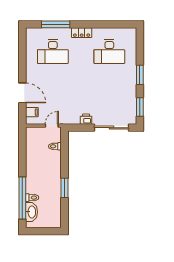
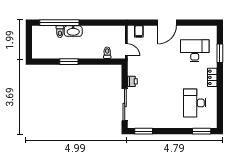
window: (56, 24) -> (220, 53), width x0.69
desk: (53, 52) -> (195, 51), turned 90
window: (140, 75) -> (202, 131), moved
door: (22, 93) -> (167, 23), moved
washbasin: (31, 212) -> (73, 31), moved

